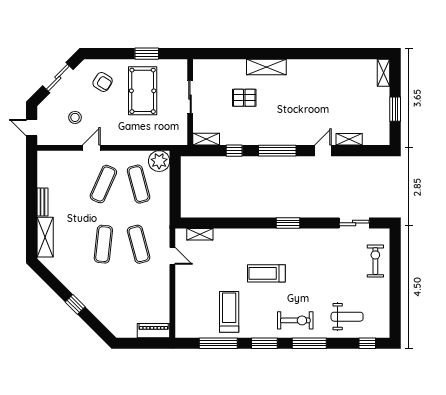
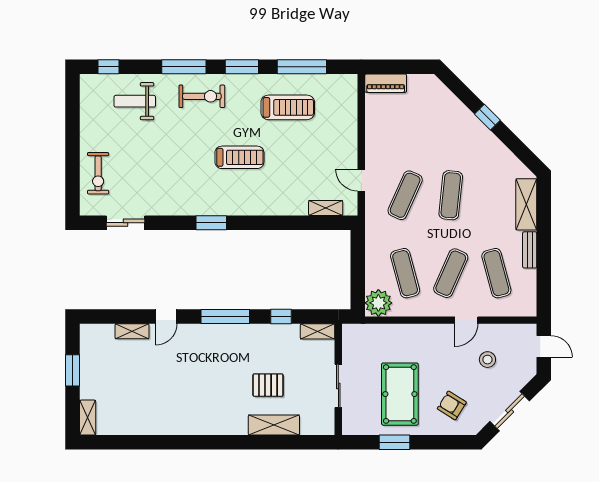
shelving: (266, 67) -> (274, 425), moved
exercise mat: (68, 184) -> (496, 273), added
exercise mat: (139, 244) -> (405, 195), turned 39
treadmill: (229, 312) -> (288, 107), turned -90
exercise bike: (295, 320) -> (202, 96), turned 180

